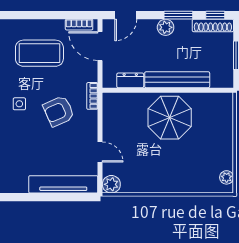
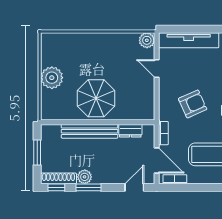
plant: (166, 27) -> (85, 177), moved
bookcase: (92, 96) -> (163, 133), moved
plant: (227, 177) -> (52, 78), moved, width x1.88, depth x1.88

